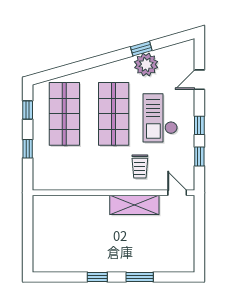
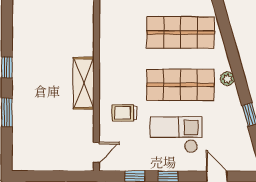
plant: (146, 65) -> (227, 79), moved, width x0.53, depth x0.53
shelving: (134, 205) -> (84, 83), moved

